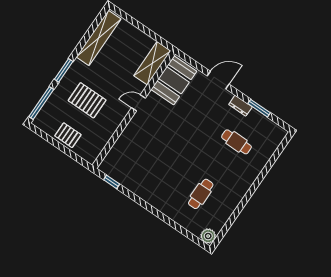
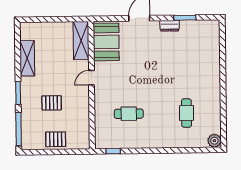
shelving: (99, 38) -> (27, 58), width x0.68
pallet: (87, 100) -> (52, 103), width x0.67, depth x0.71
cafe table: (236, 142) -> (129, 114), moved

